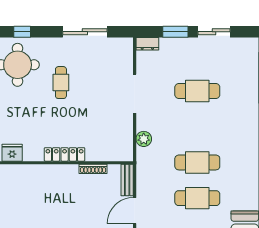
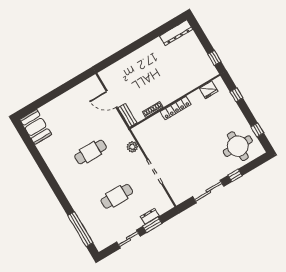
window: (22, 32) -> (235, 175), moved
dresser: (147, 44) -> (150, 216), moved
cafe table: (61, 83) -> (204, 151), removed
cafe table: (197, 198) -> (77, 130), removed
door: (135, 211) -> (112, 99), swing flipped

